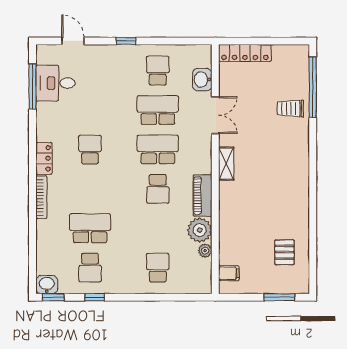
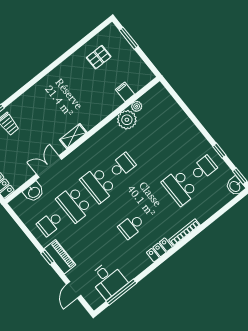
piano: (203, 196) -> (60, 257), moved, turned -90
school desk: (158, 268) -> (170, 127), removed
filing cabinet: (229, 273) -> (125, 92), moved

